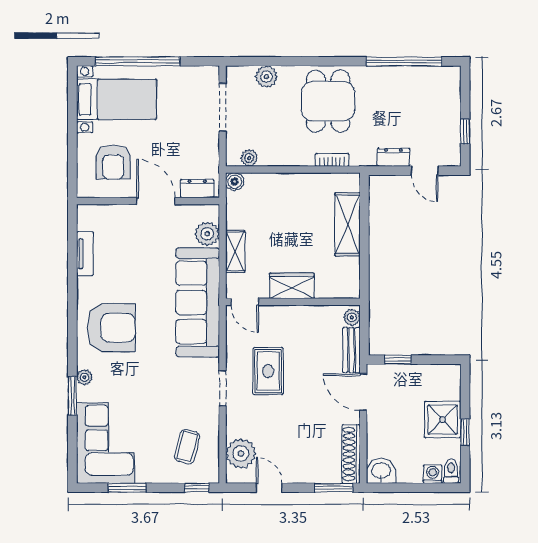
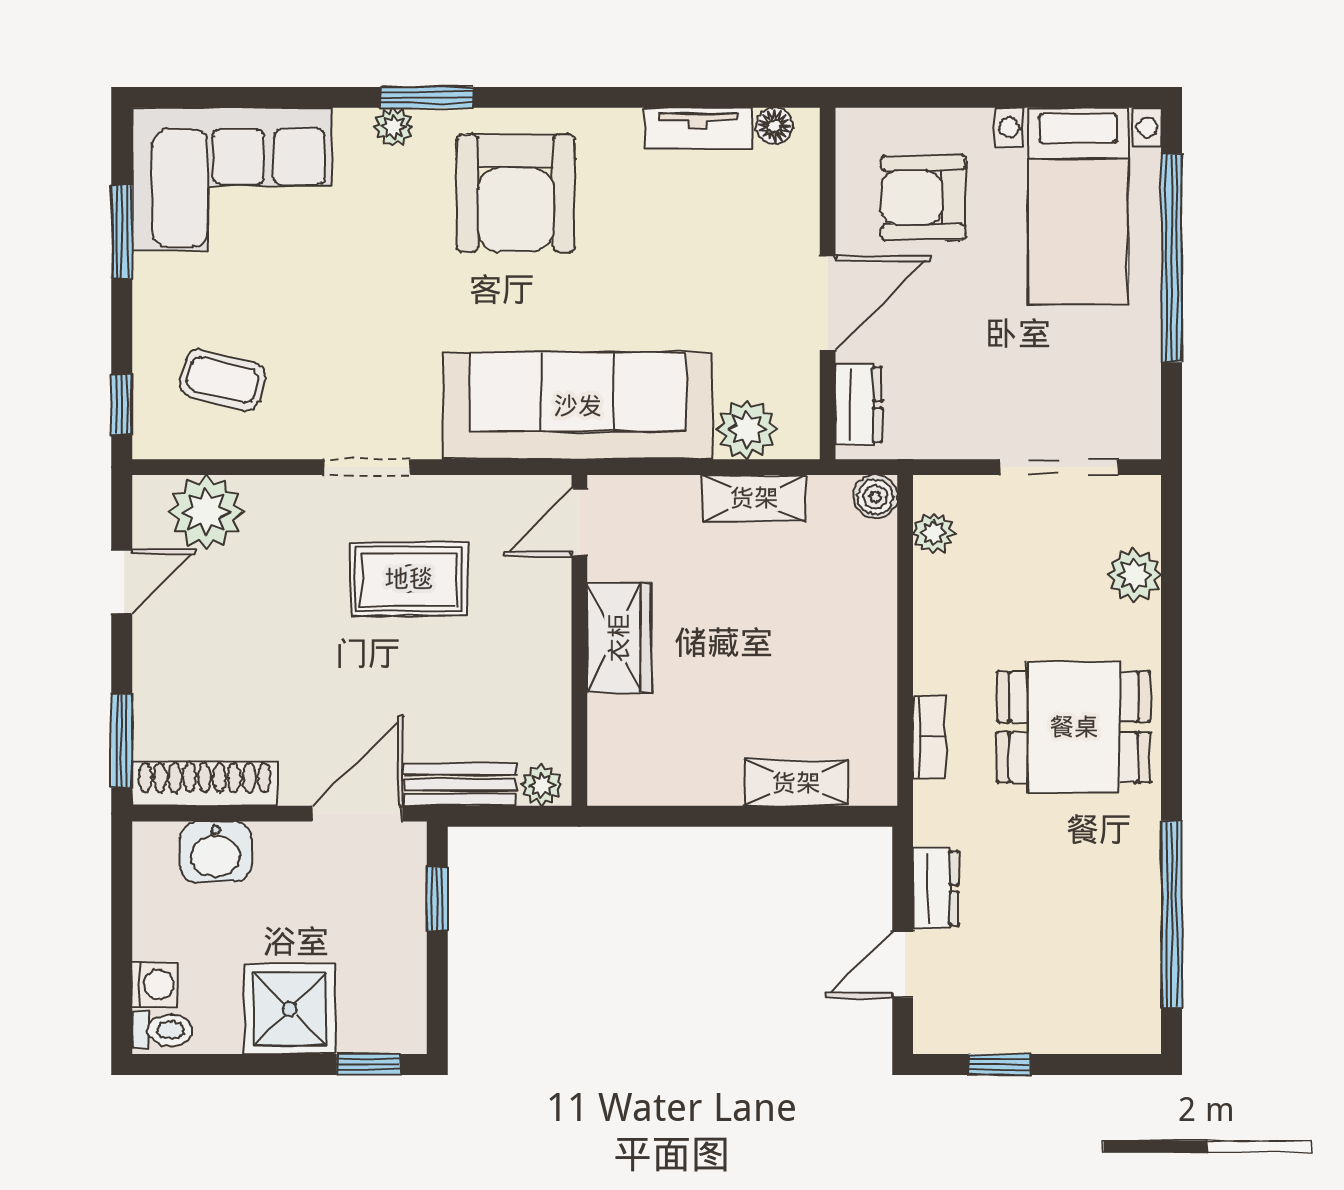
floor lamp: (84, 223) -> (774, 126), added
shelving: (348, 224) -> (796, 783), width x0.67, depth x0.75
shelving: (235, 251) -> (754, 498), moved
window: (72, 396) -> (427, 97), moved
window: (465, 432) -> (369, 1064), moved
washbasin: (381, 471) -> (216, 852), moved, turned 90

